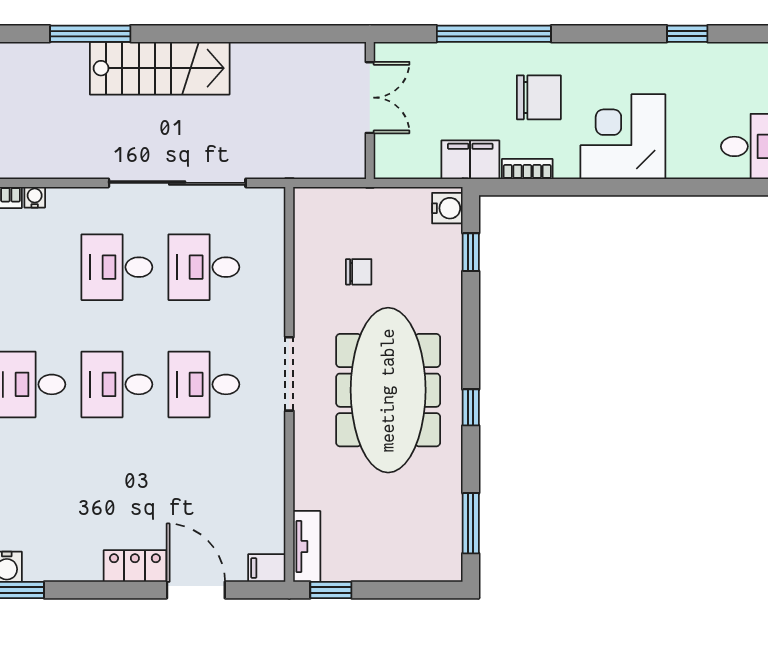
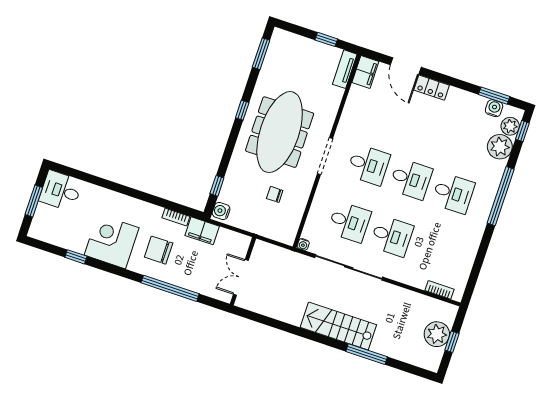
corner desk: (623, 137) -> (112, 241), moved, turned 180
water cooler: (35, 197) -> (303, 244), moved
filing cabinet: (267, 568) -> (365, 72), width x2.00
window: (331, 590) -> (326, 39), moved

